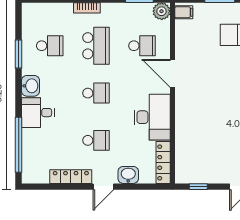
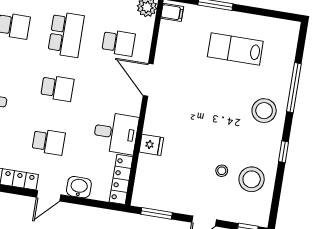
desk: (152, 117) -> (116, 133), width x0.73
fridge: (184, 129) -> (151, 145), added
window: (198, 187) -> (157, 213), width x1.50

